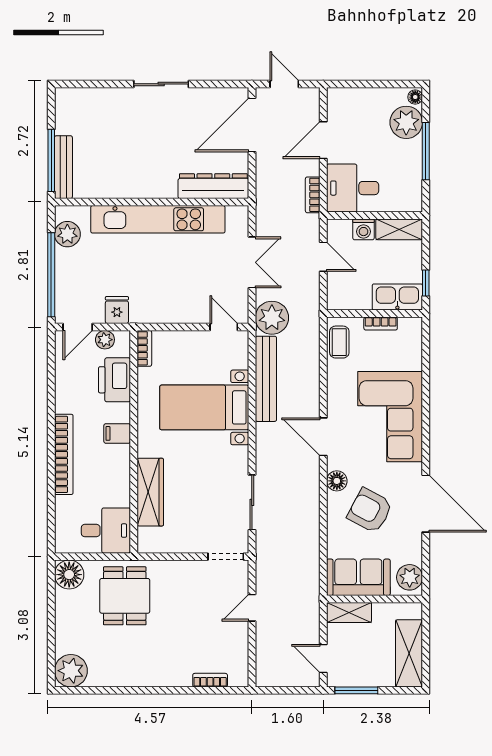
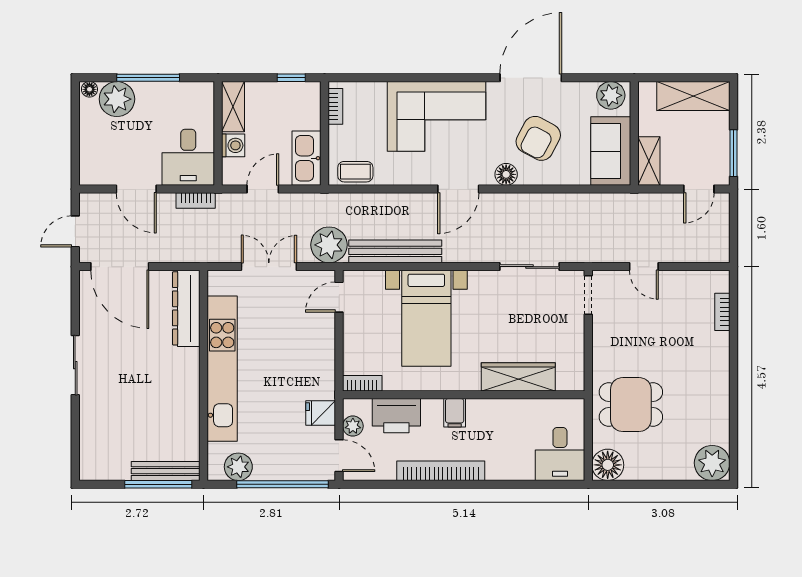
kitchen sink: (397, 297) -> (307, 158), moved
bookcase: (381, 324) -> (335, 106), moved
bookcase: (64, 454) -> (441, 471), moved
desk: (106, 531) -> (560, 454), moved, turned 180

